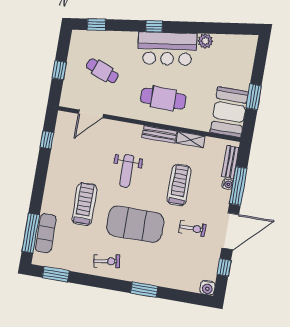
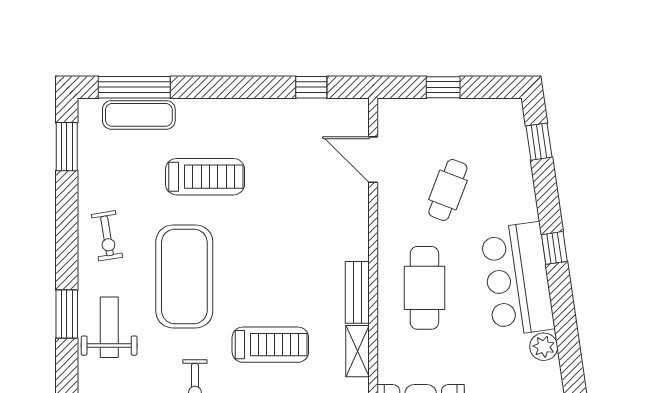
cafe table: (102, 71) -> (448, 190), moved
weight bench: (127, 171) -> (109, 327), moved, turned 90

